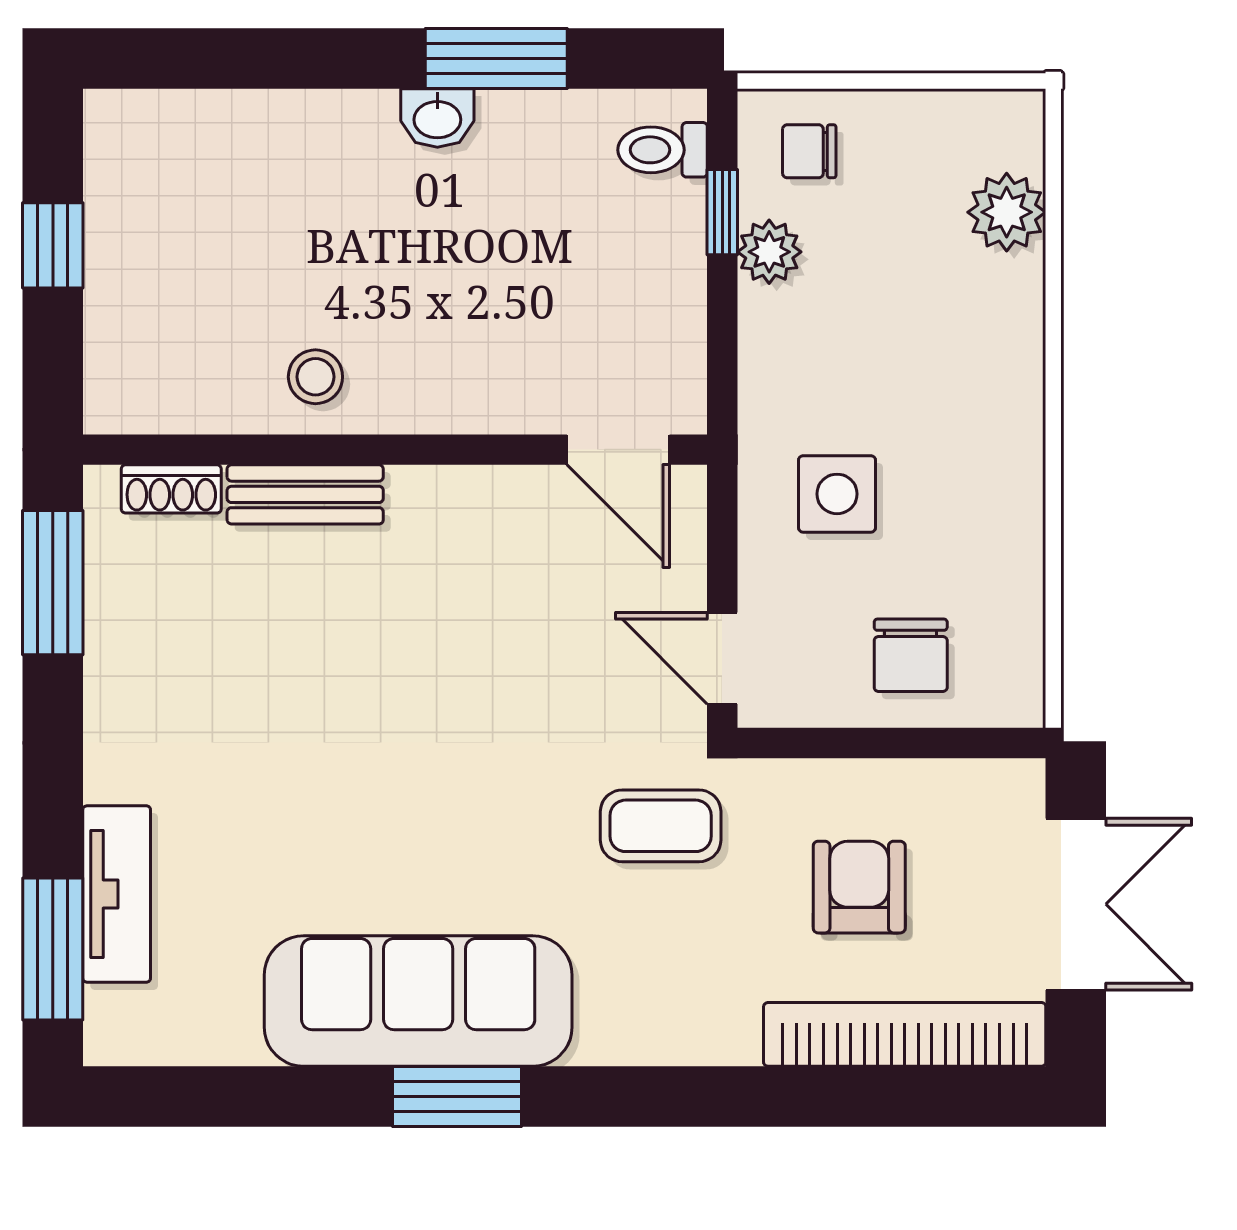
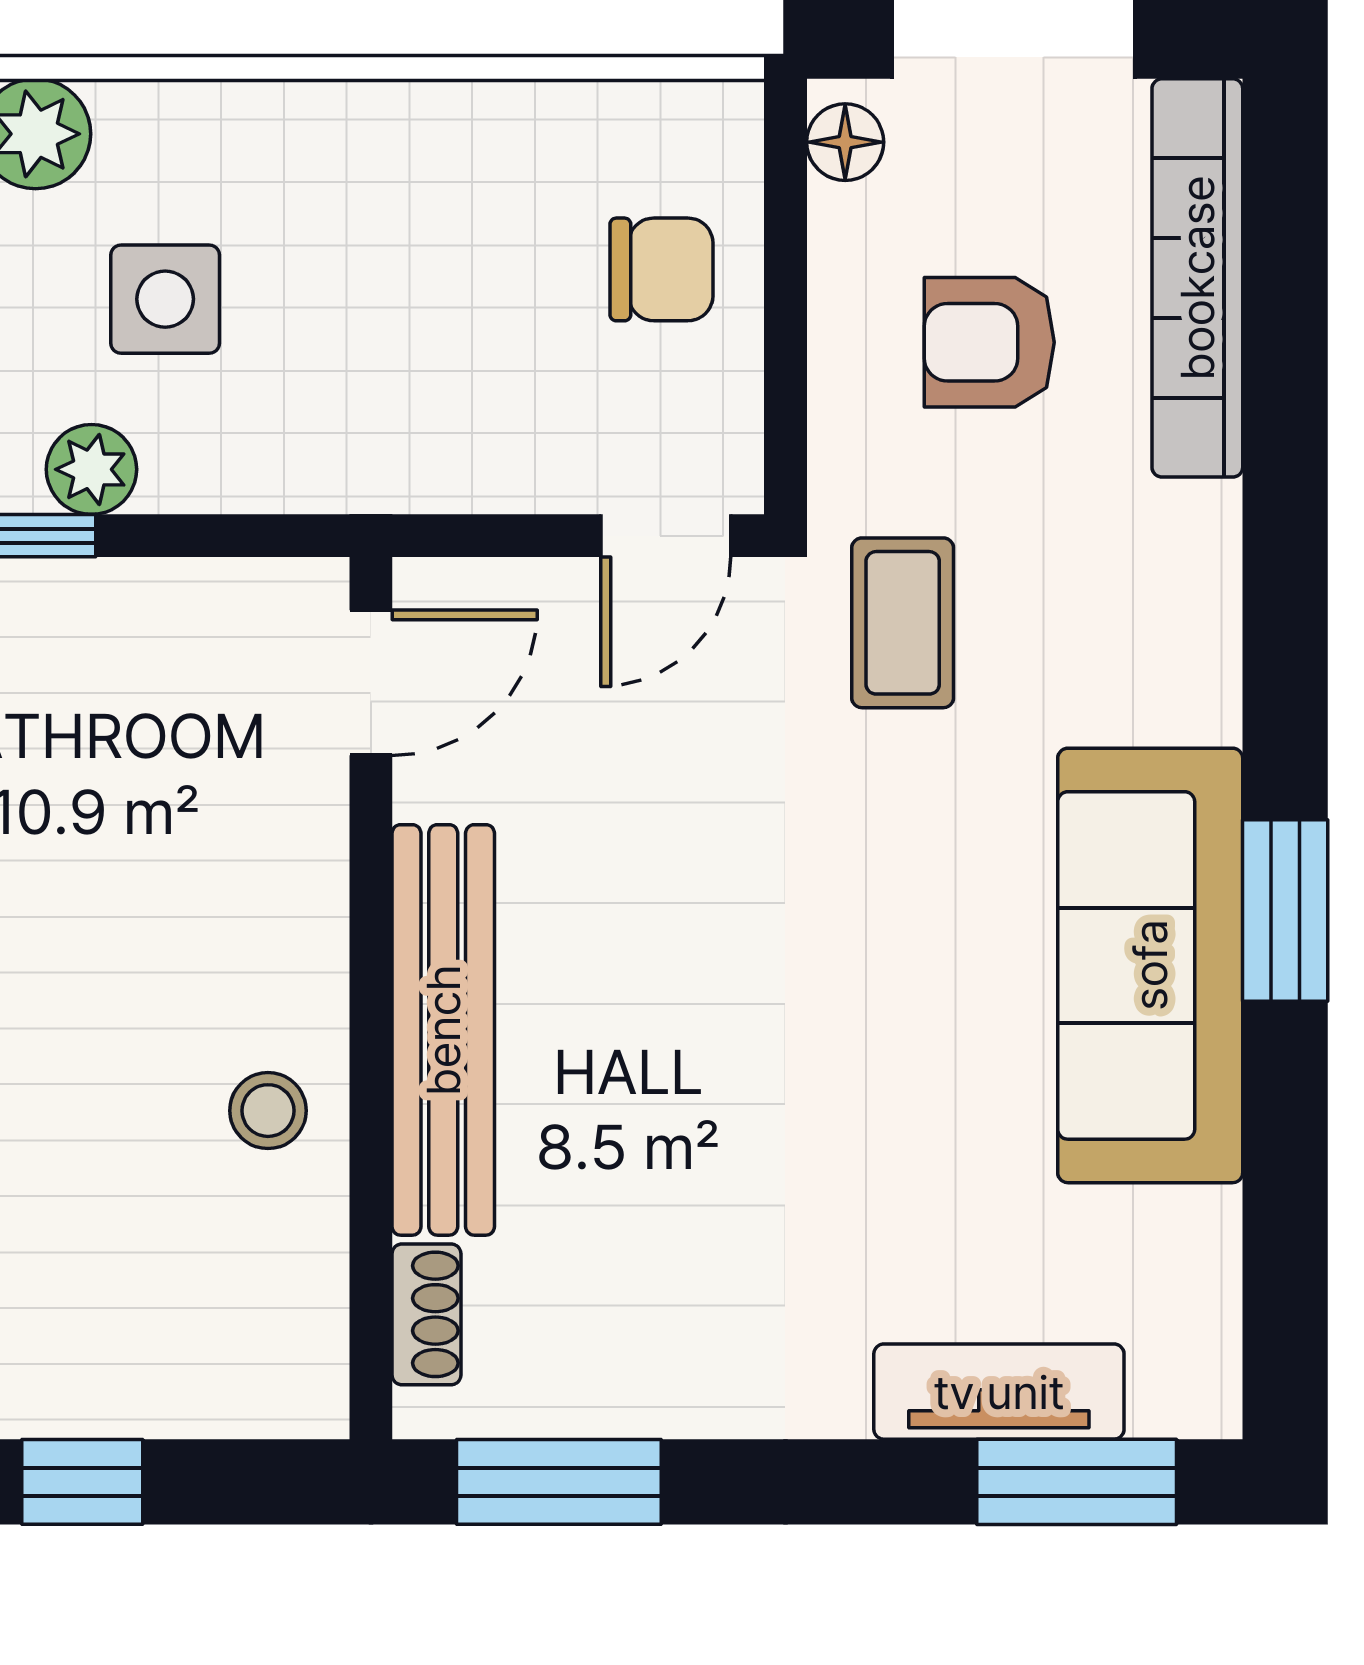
bench: (305, 494) -> (443, 1030), width x1.86, depth x1.21
side table: (837, 494) -> (165, 299), moved
floor lamp: (1001, 785) -> (845, 142), added

